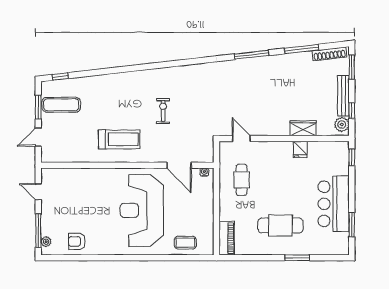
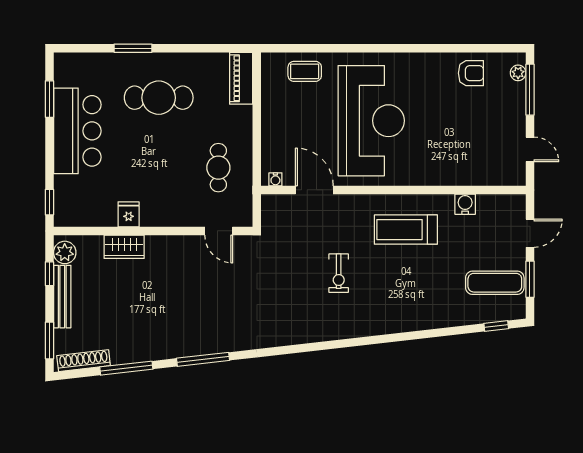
water cooler: (81, 156) -> (465, 204), added

